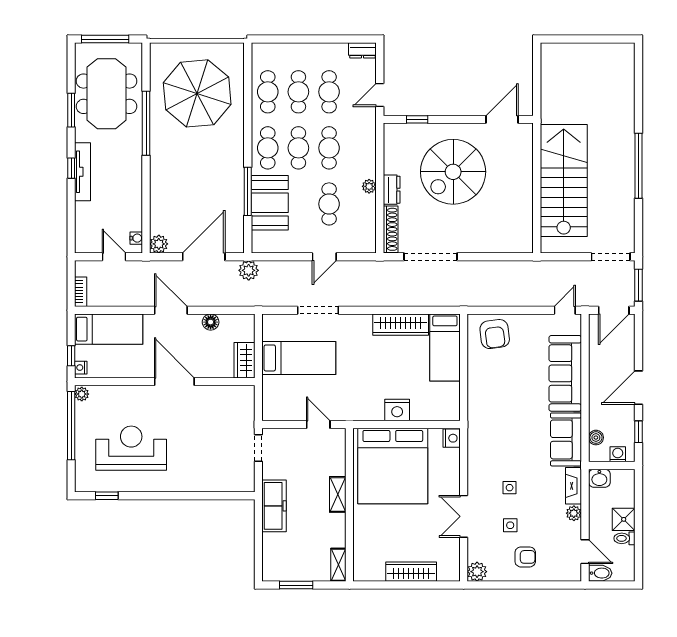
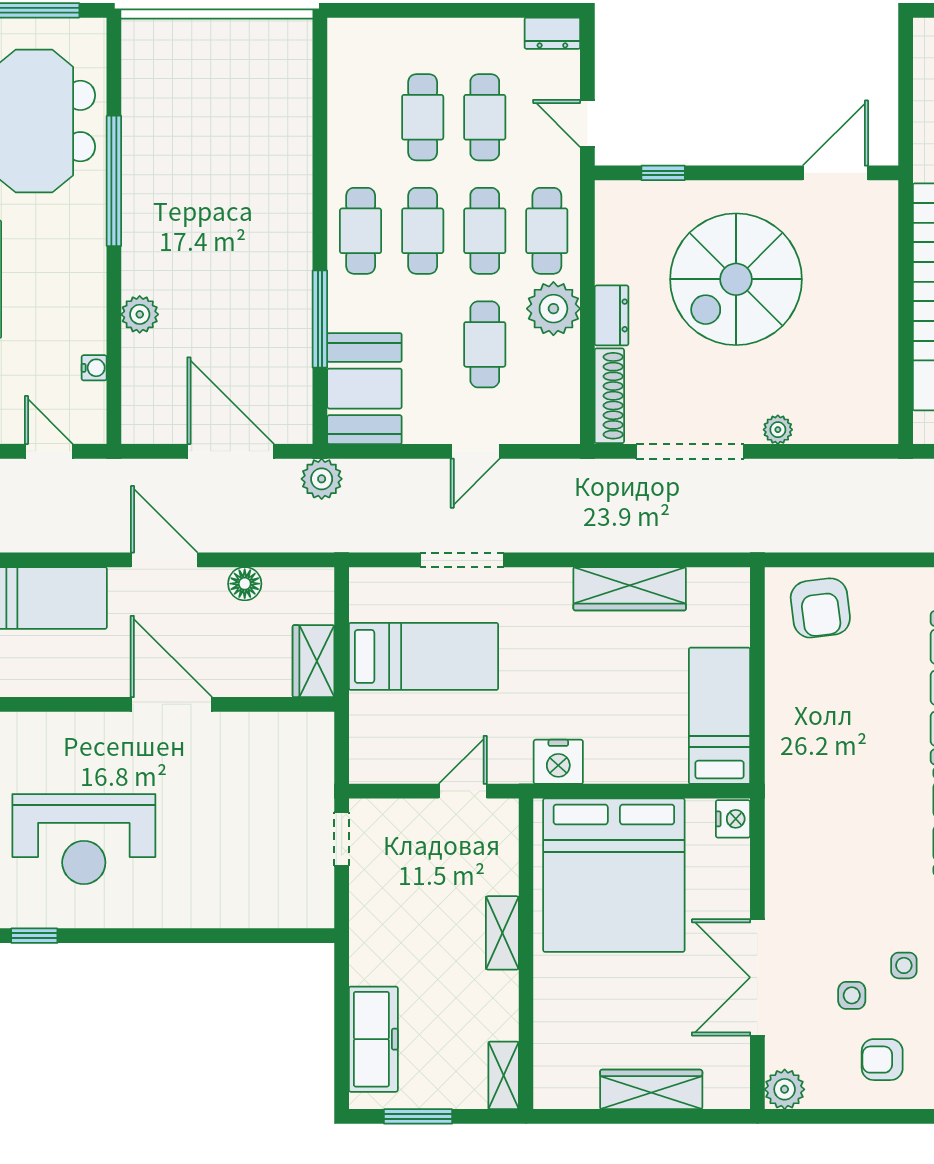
cafe table: (268, 92) -> (547, 231), moved
parasol: (197, 93) -> (218, 120), removed
door: (380, 95) -> (587, 123), hinge flipped
plant: (369, 186) -> (553, 309), width x1.88, depth x1.88
booth: (270, 203) -> (364, 389), moved
water cooler: (136, 238) -> (94, 368), moved
plant: (159, 244) -> (140, 314), moved
plant: (474, 246) -> (778, 430), added
door: (204, 257) -> (231, 451), hinge flipped
bed: (445, 347) -> (719, 716), moved, turned 180
nightstand: (397, 410) -> (558, 762), moved
door: (318, 424) -> (463, 791), hinge flipped
reception desk: (131, 448) -> (84, 839), turned 180
side table: (510, 488) -> (904, 965), moved
freezer: (274, 506) -> (373, 1039), moved
double door: (464, 516) -> (757, 977), width x1.37
armchair: (525, 557) -> (882, 1060), turned 180

